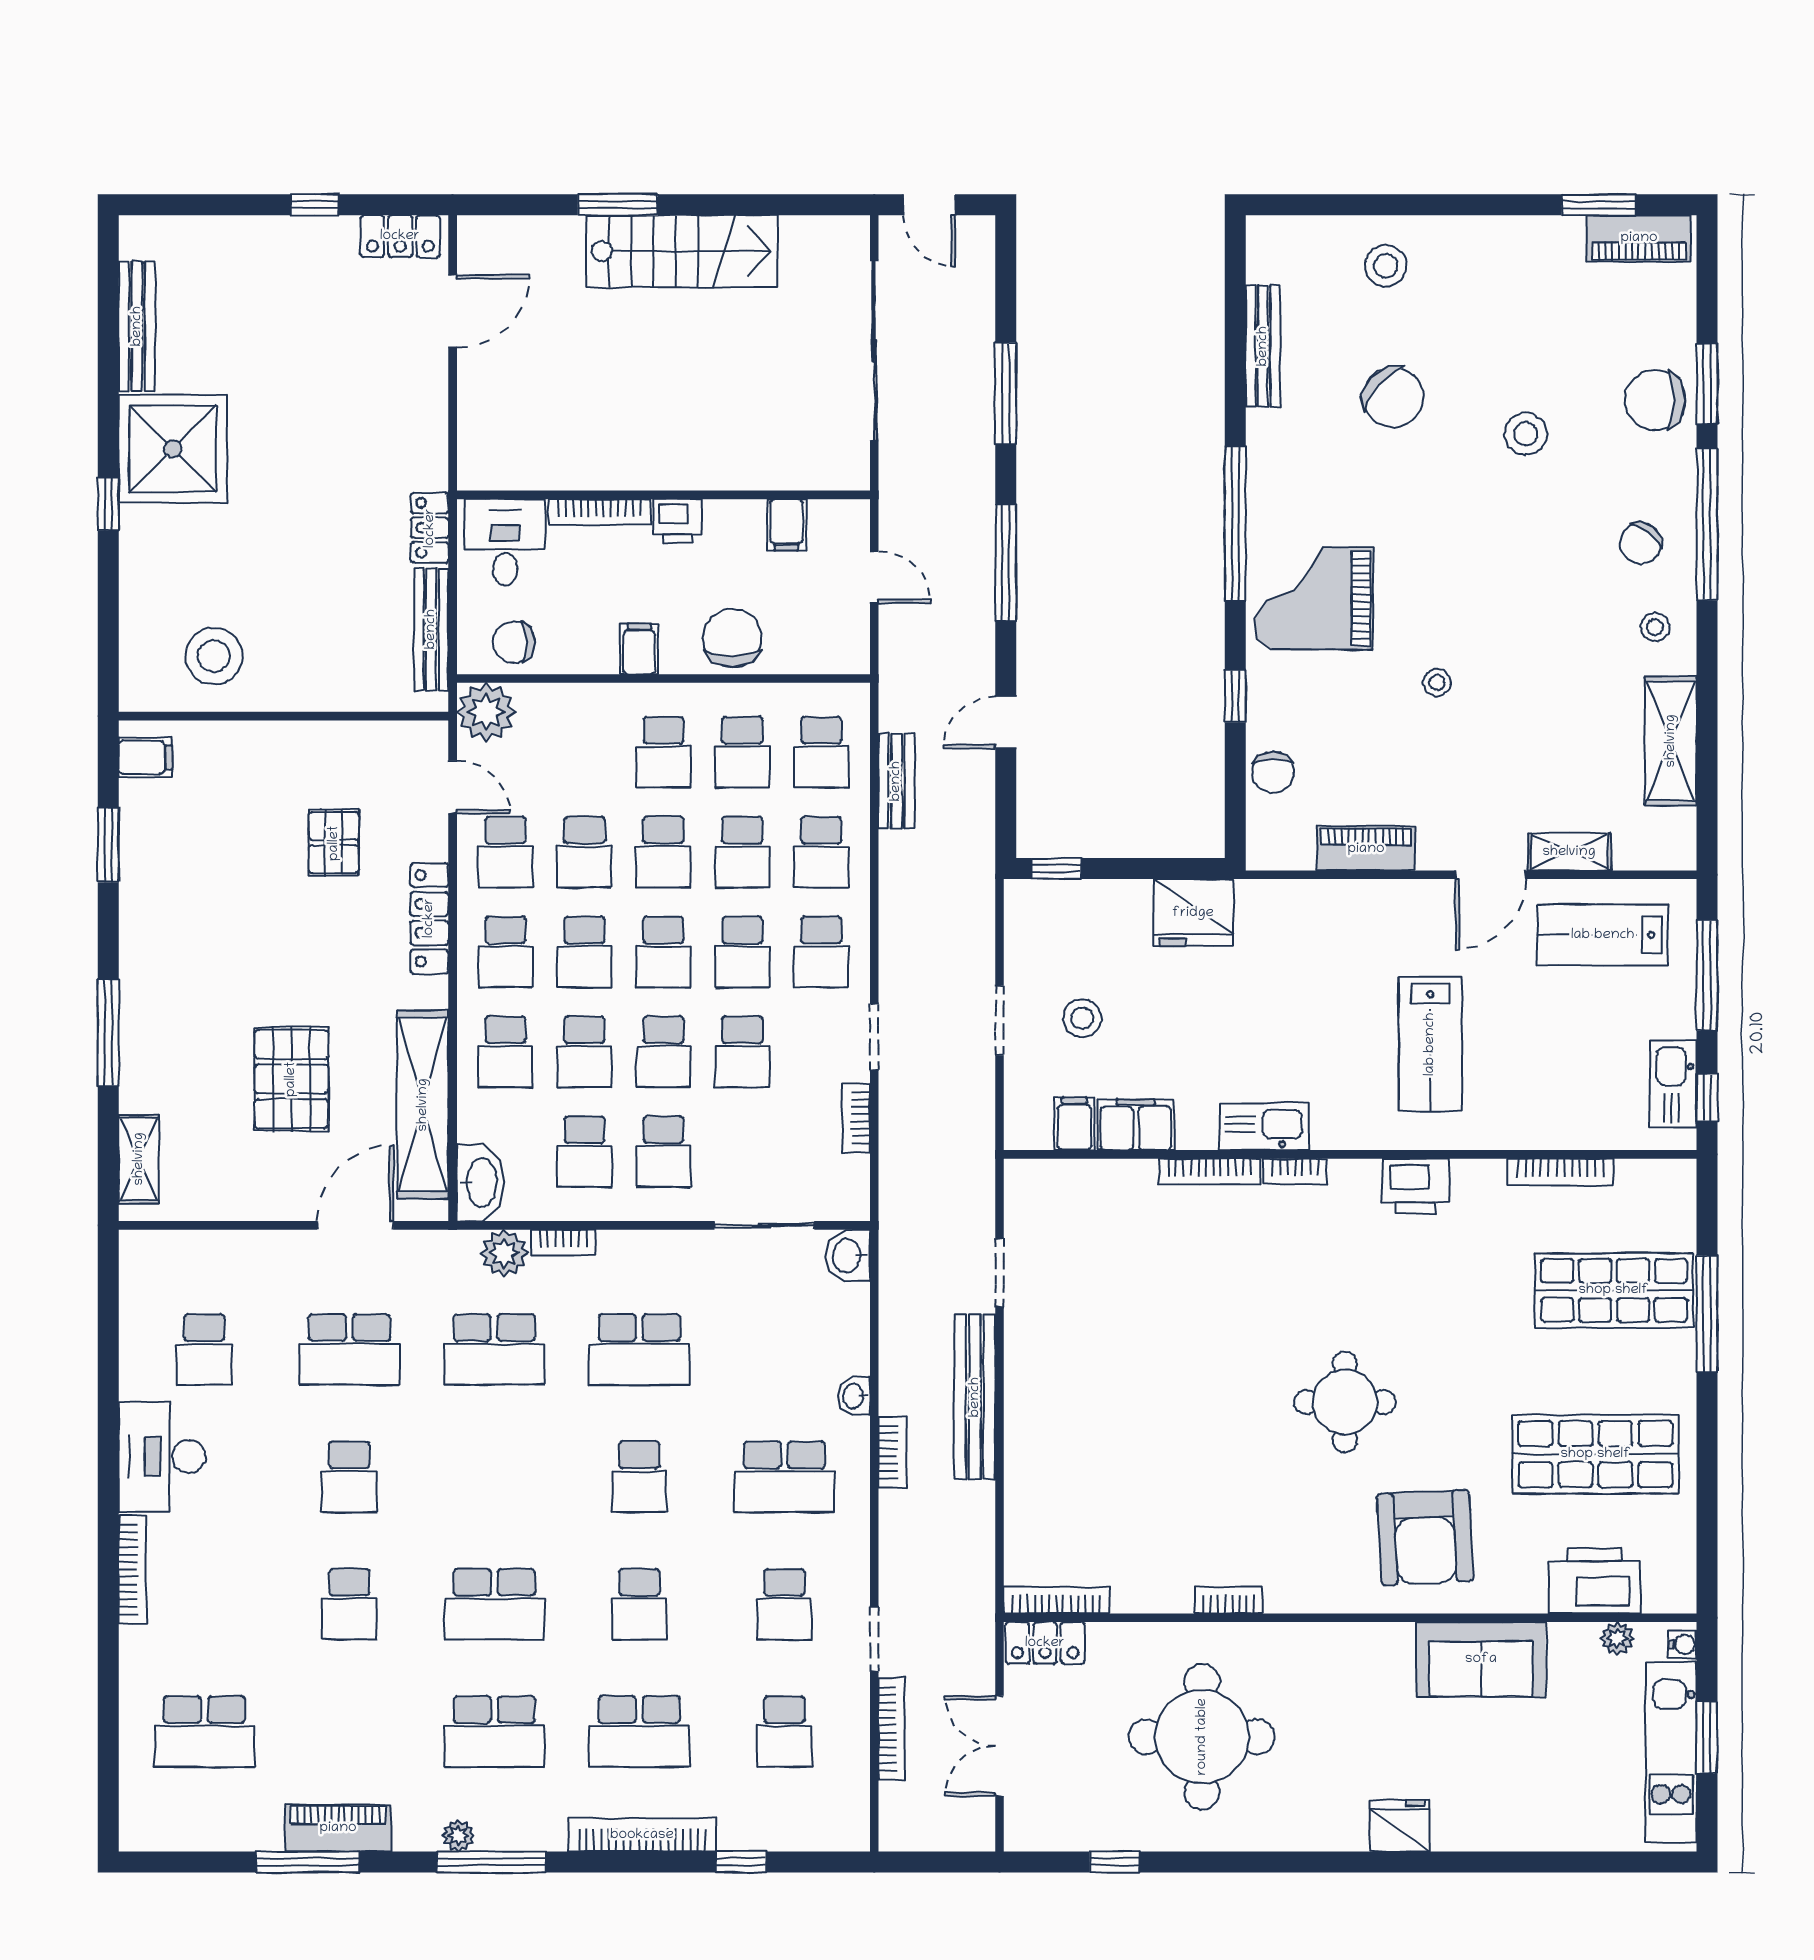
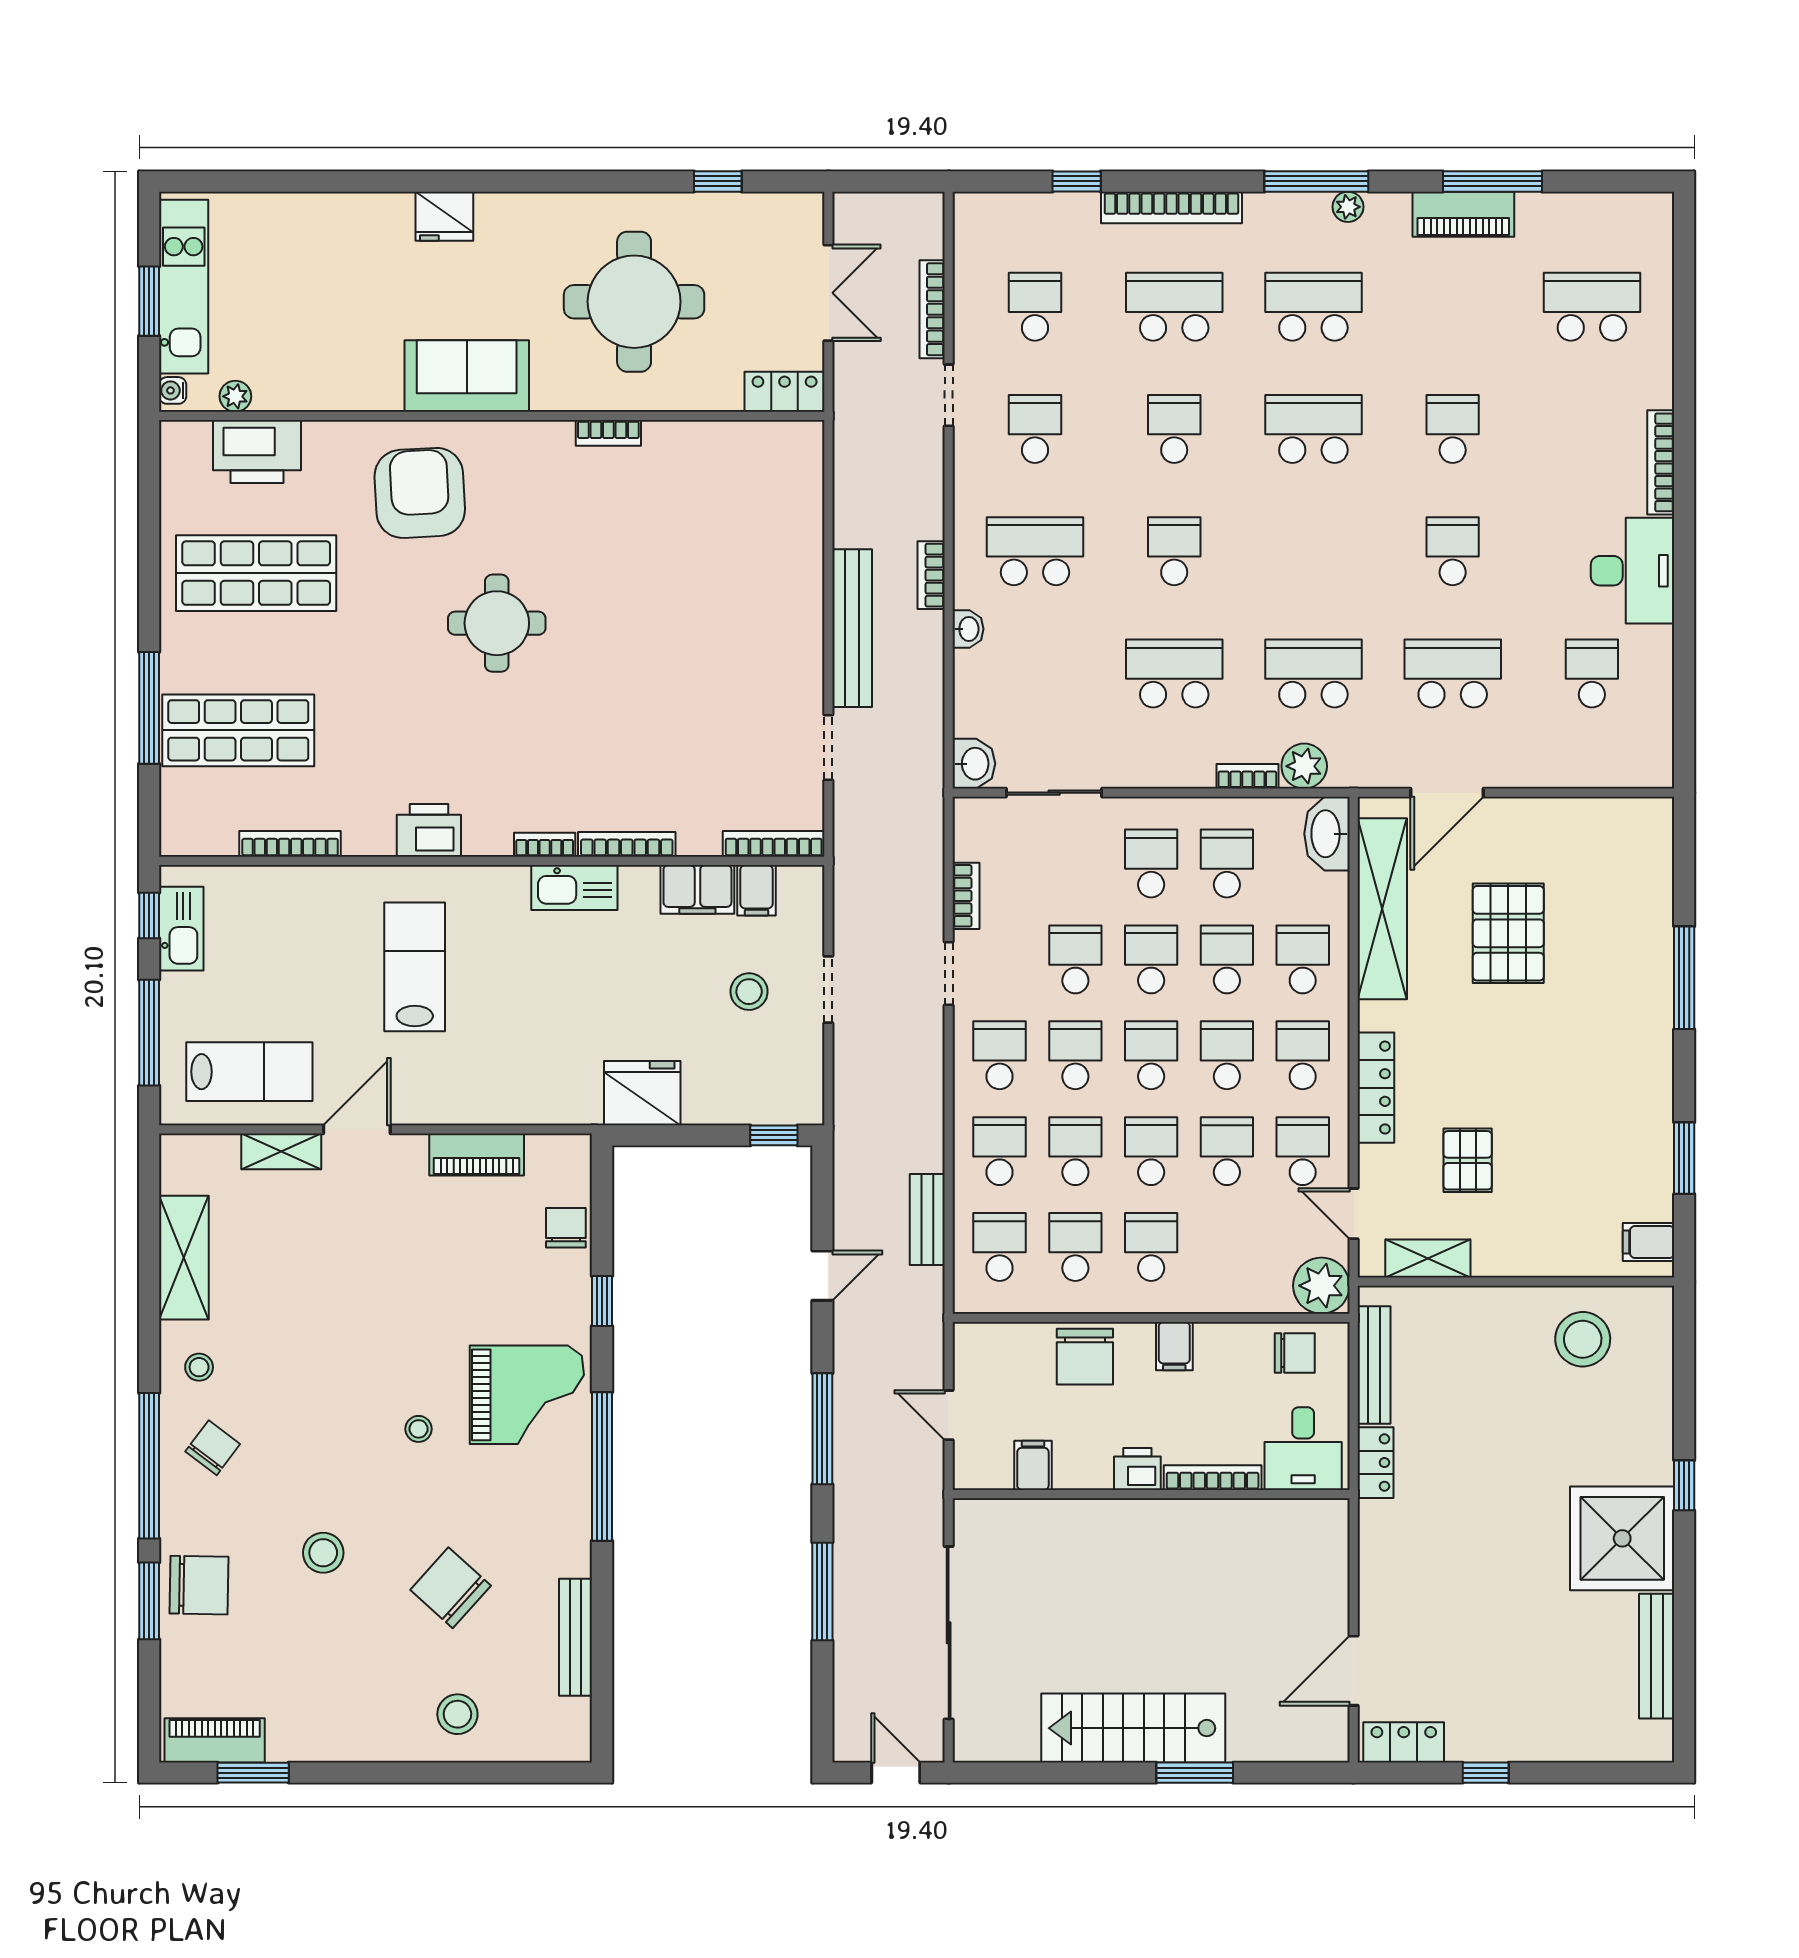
stool: (1437, 682) -> (419, 1429), moved
shelving: (139, 1159) -> (1428, 1259), moved, turned 90
bookcase: (1056, 1600) -> (774, 844), moved, turned 180
sofa: (1481, 1659) -> (467, 376), moved

